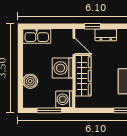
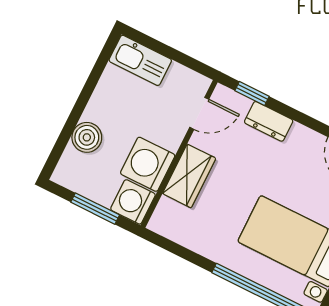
door: (74, 46) -> (199, 113), hinge flipped
washing machine: (62, 68) -> (148, 164), moved
wardrobe: (83, 76) -> (189, 176), width x0.67

